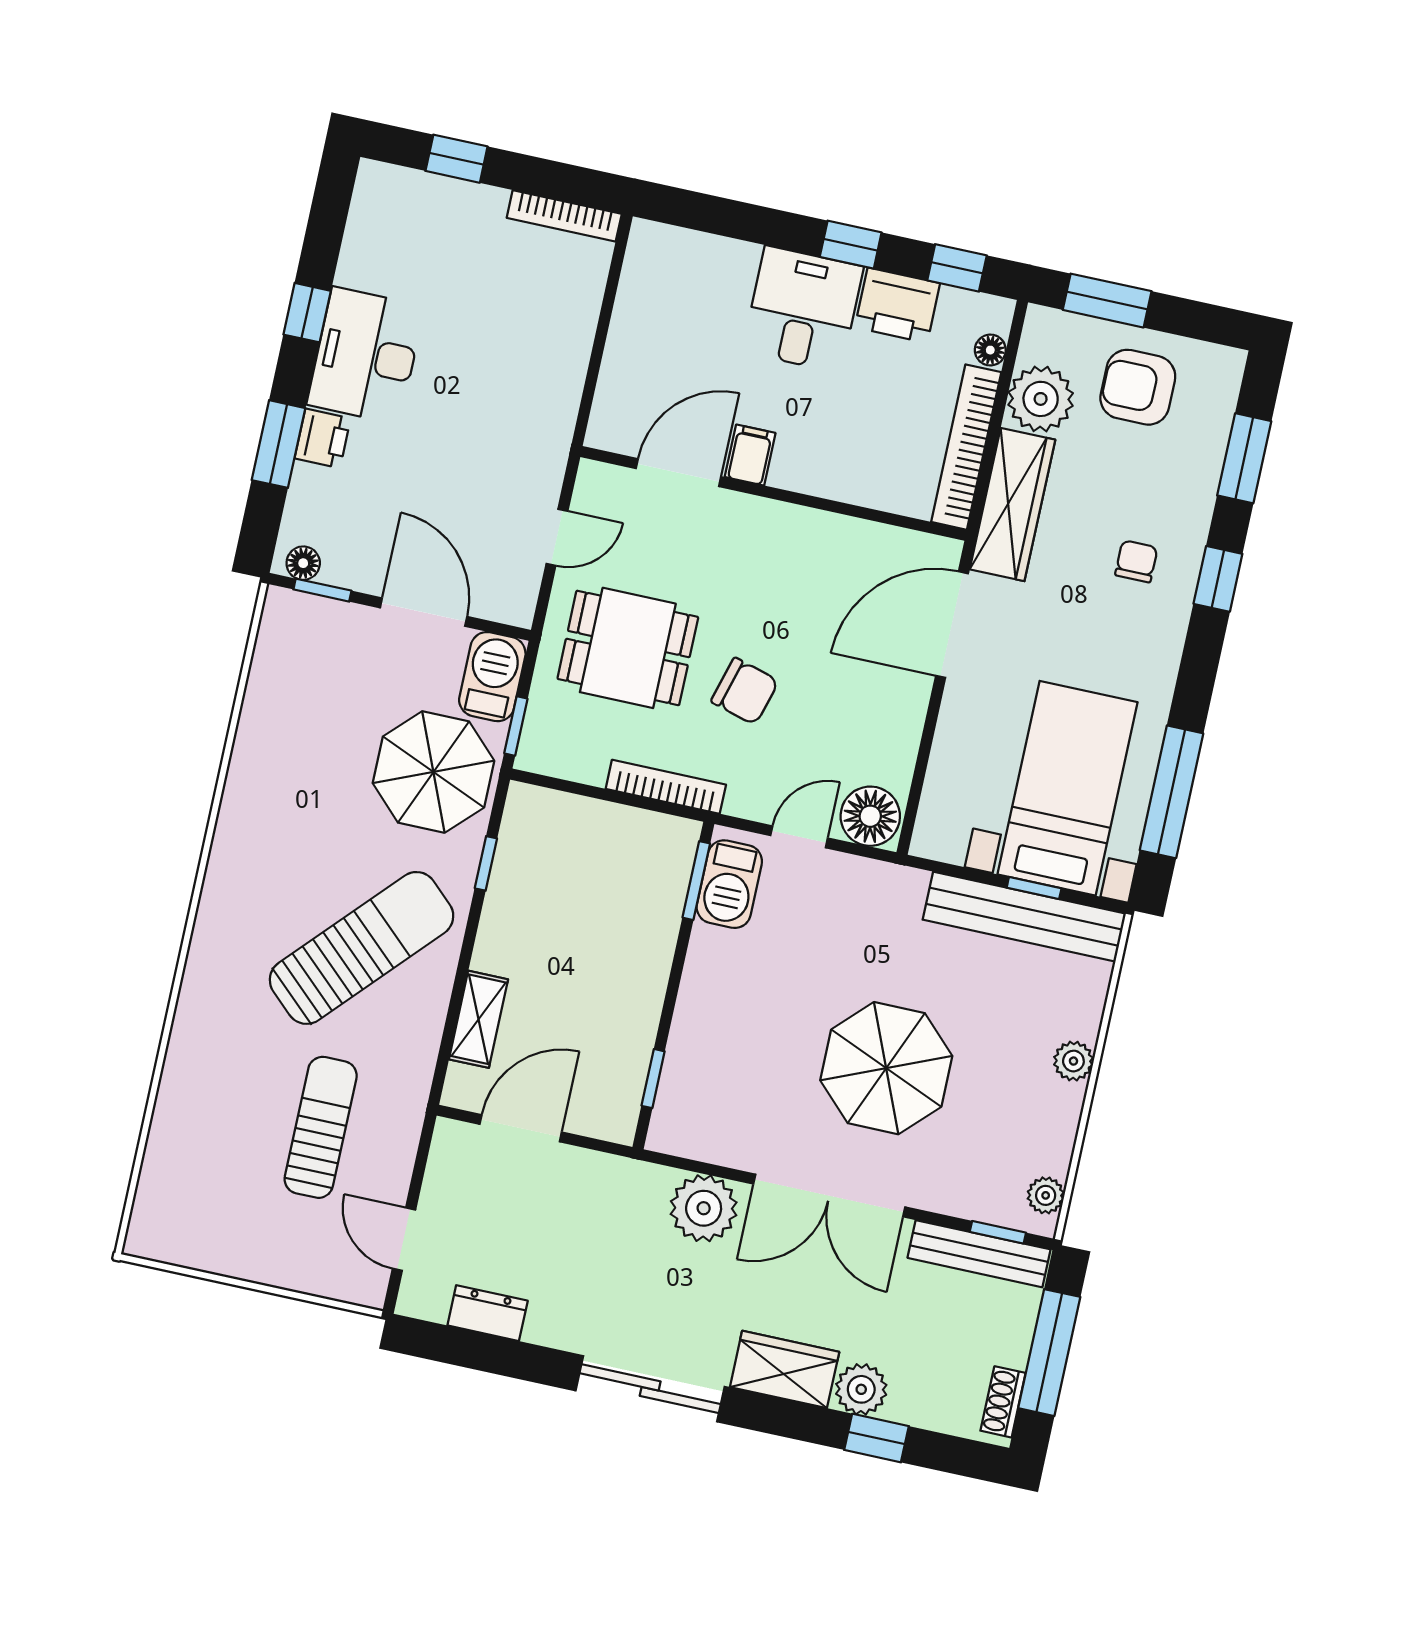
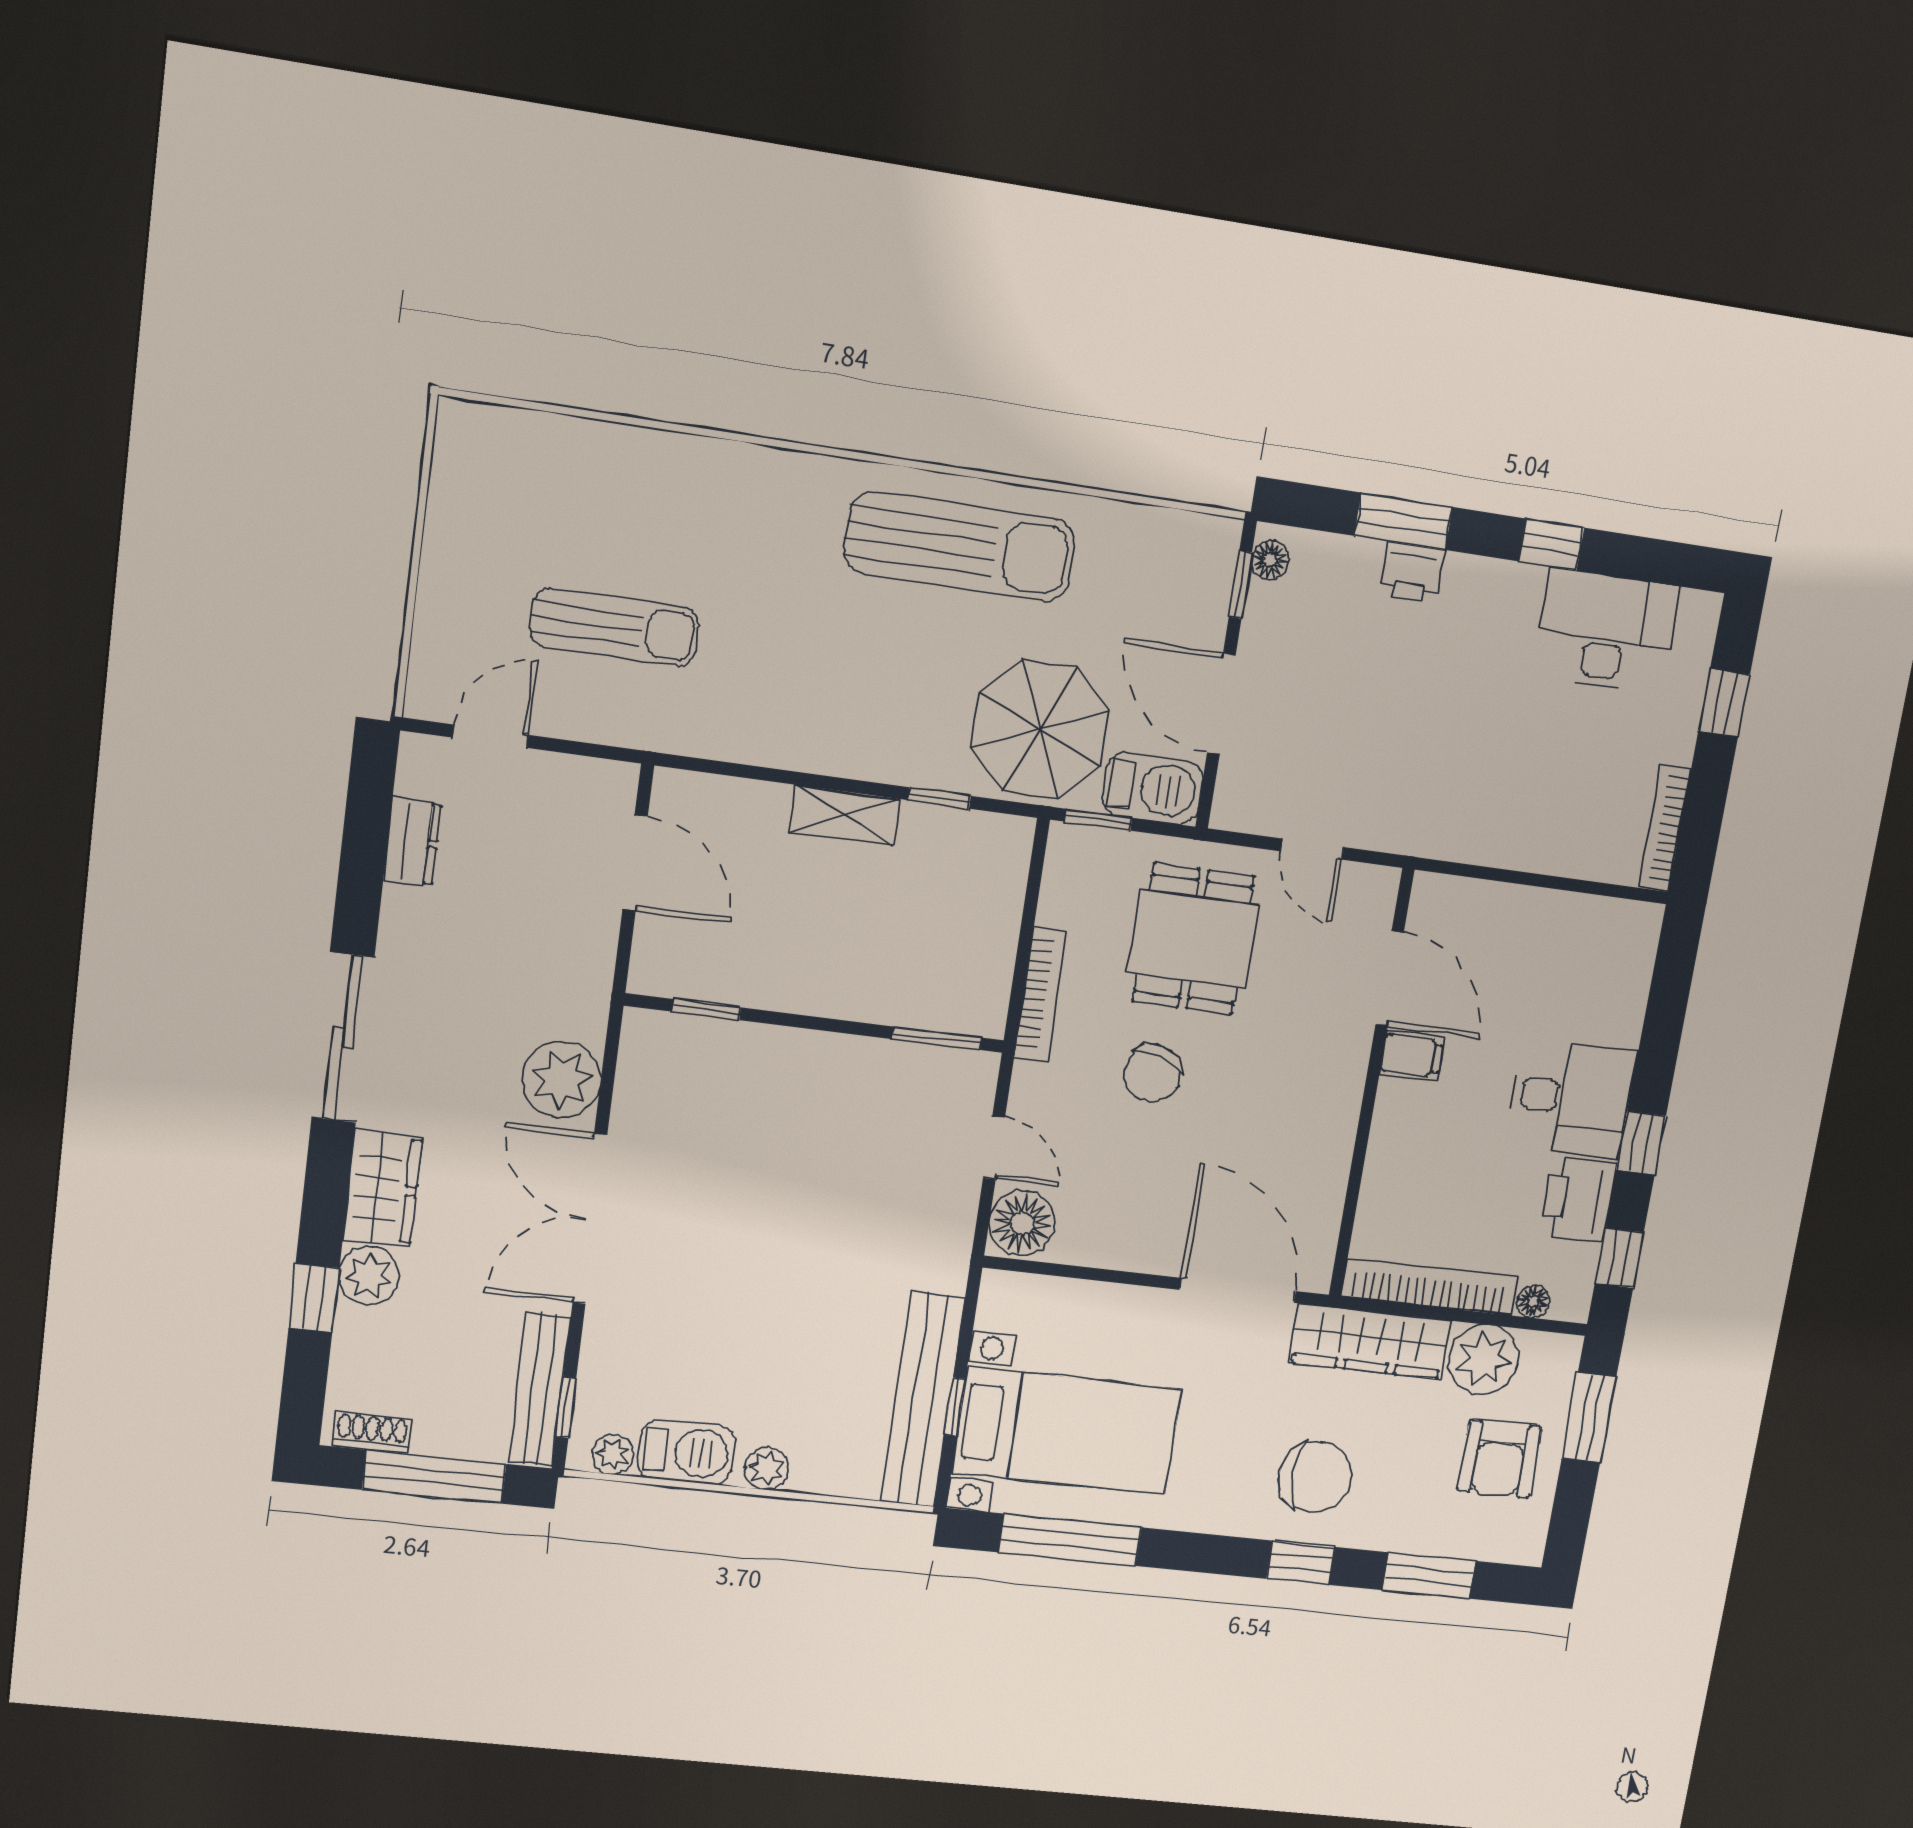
desk: (366, 355) -> (1606, 631), moved
armchair: (1138, 387) -> (1499, 1459), turned 180
chair: (1136, 561) -> (1315, 1477), width x1.87, depth x1.87
door: (424, 612) -> (1221, 704), swing flipped
barbecue: (729, 884) -> (686, 1452), moved, turned 180
sun lounger: (362, 948) -> (960, 547), moved, turned -43
shelving: (478, 1019) -> (844, 815), moved
parasol: (886, 1068) -> (741, 1268), removed

